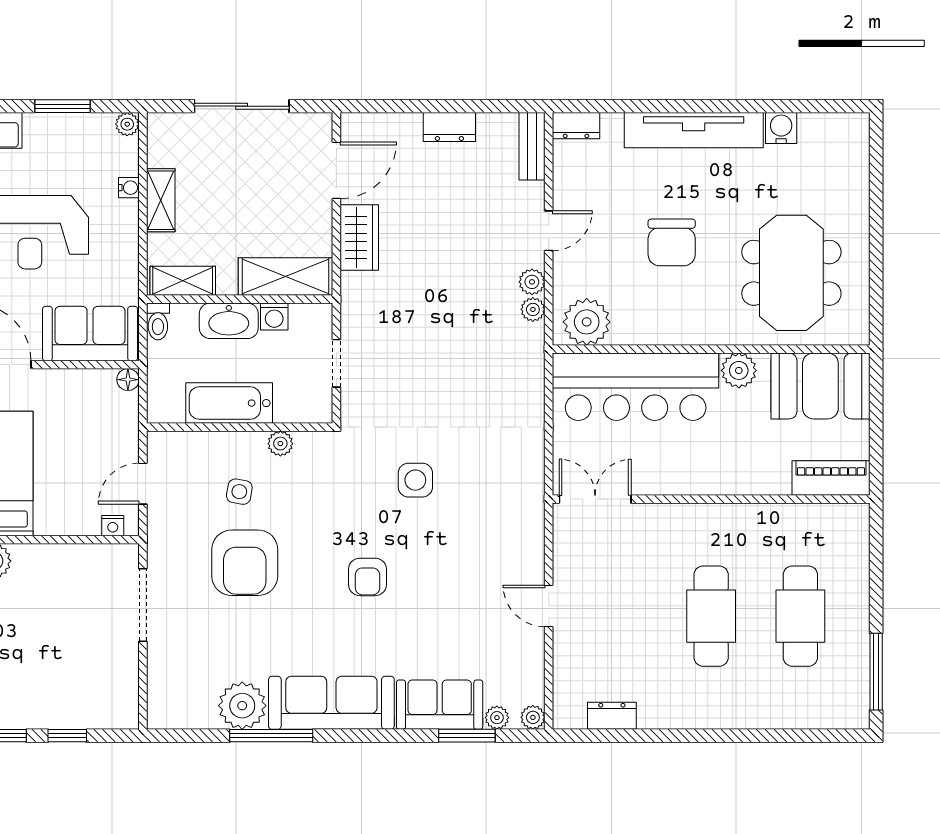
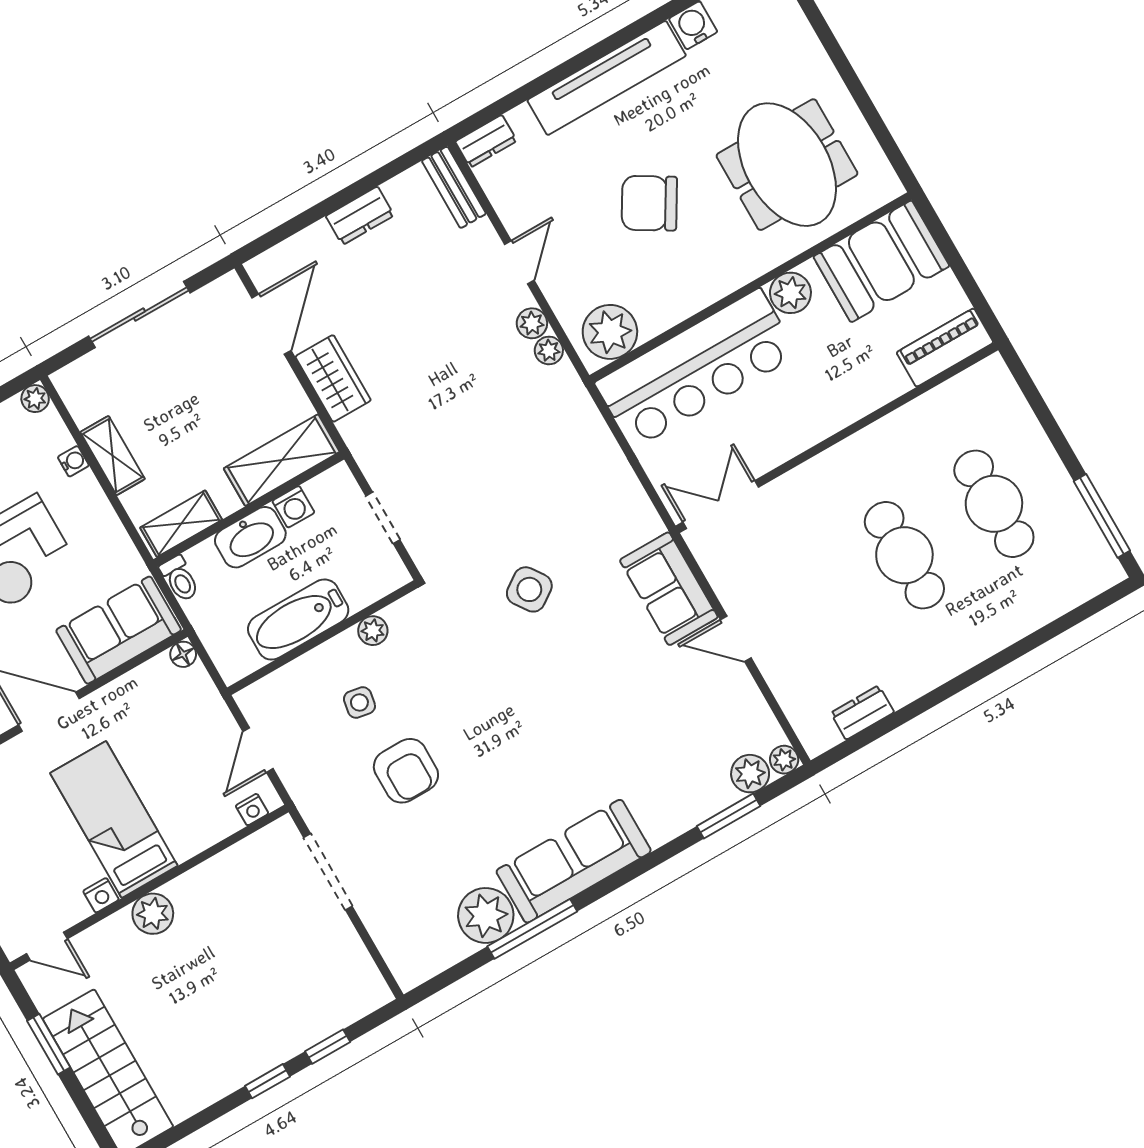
chair: (672, 242) -> (649, 203), turned 121
side table: (415, 480) -> (529, 589), turned -35
armchair: (245, 563) -> (406, 771), width x0.73, depth x0.73
armchair: (368, 577) -> (537, 714), removed
sofa: (440, 705) -> (669, 589), moved, turned -90
plant: (497, 718) -> (750, 774), width x1.38, depth x1.38

